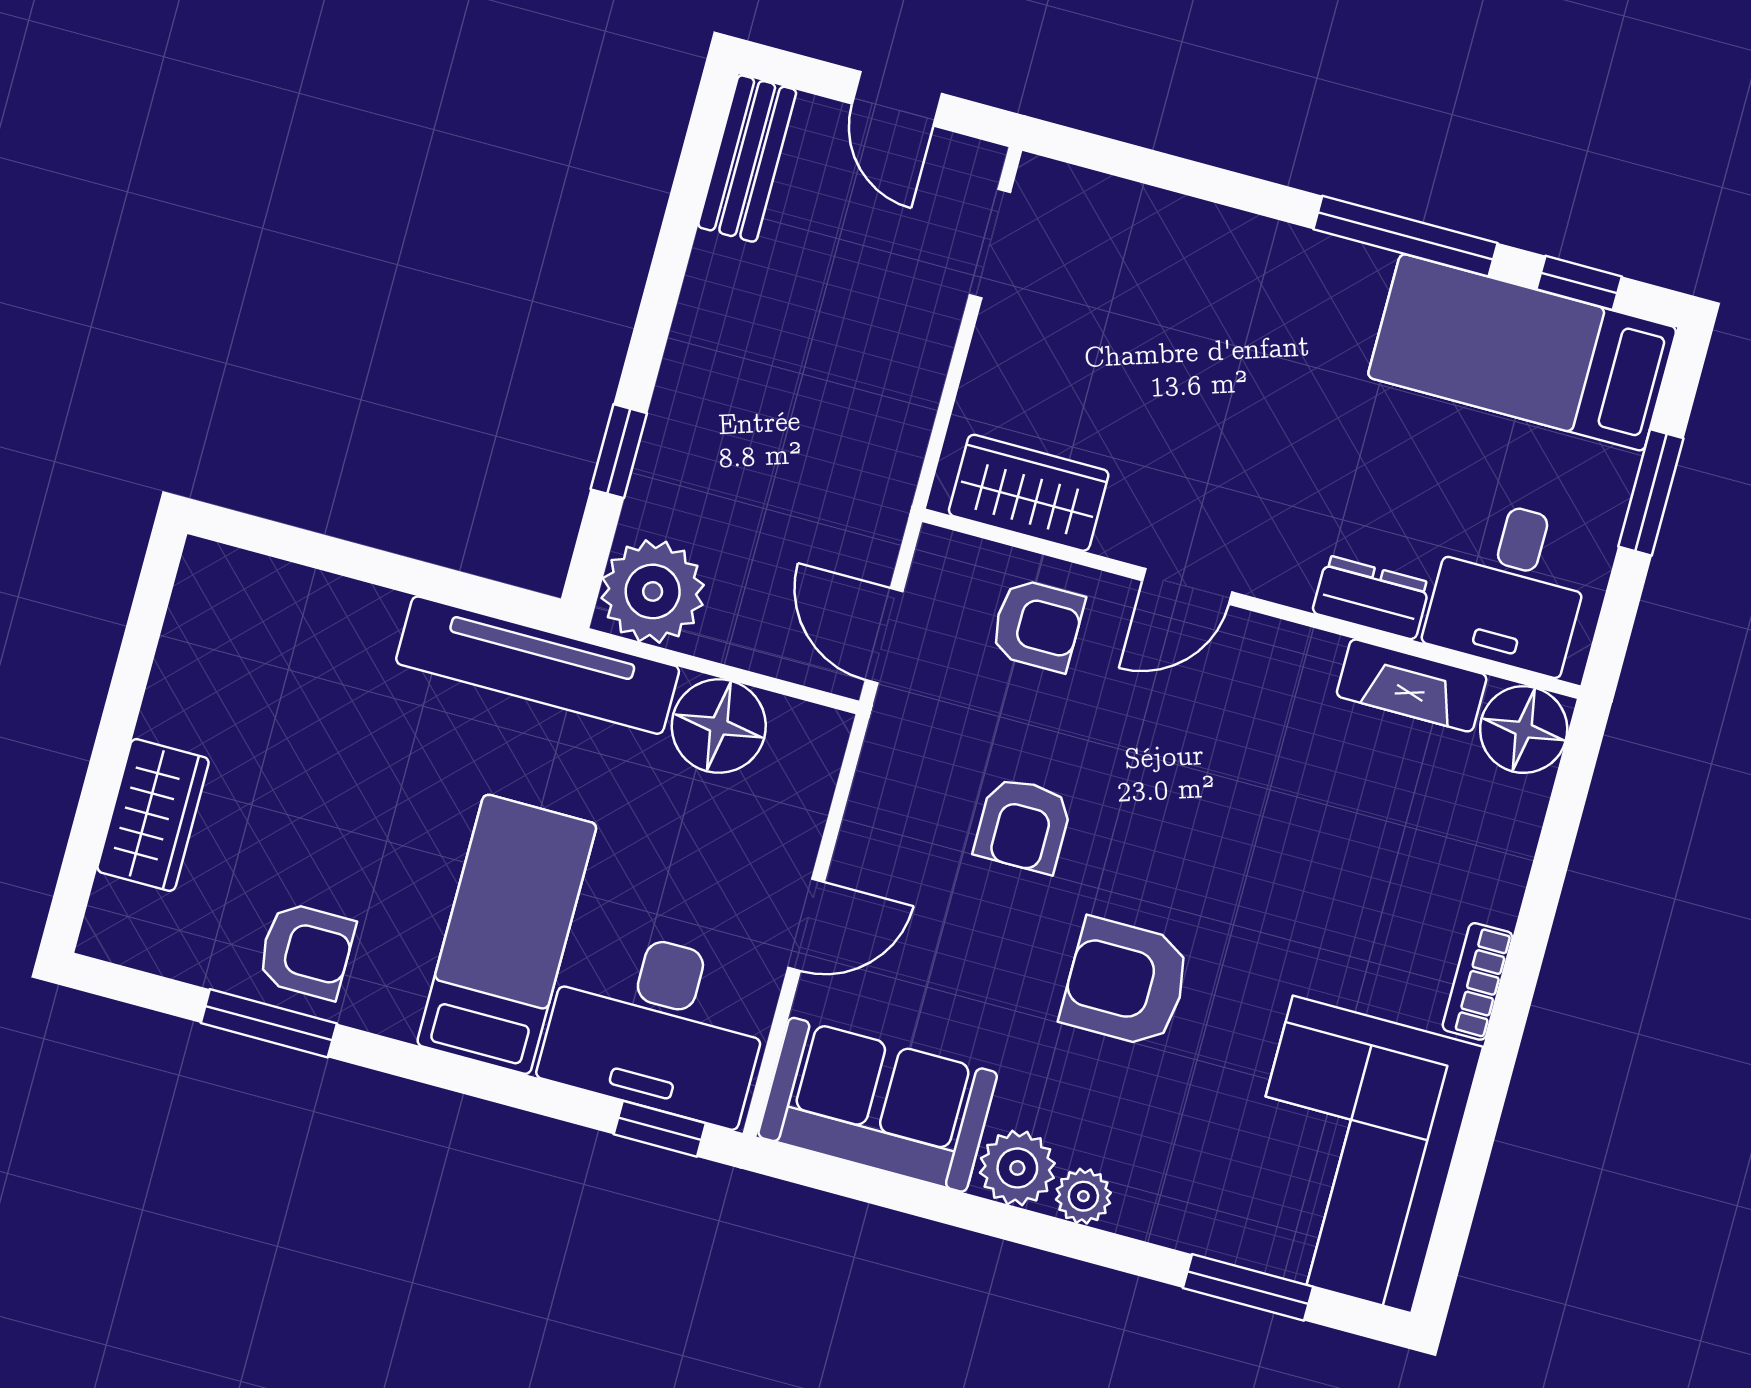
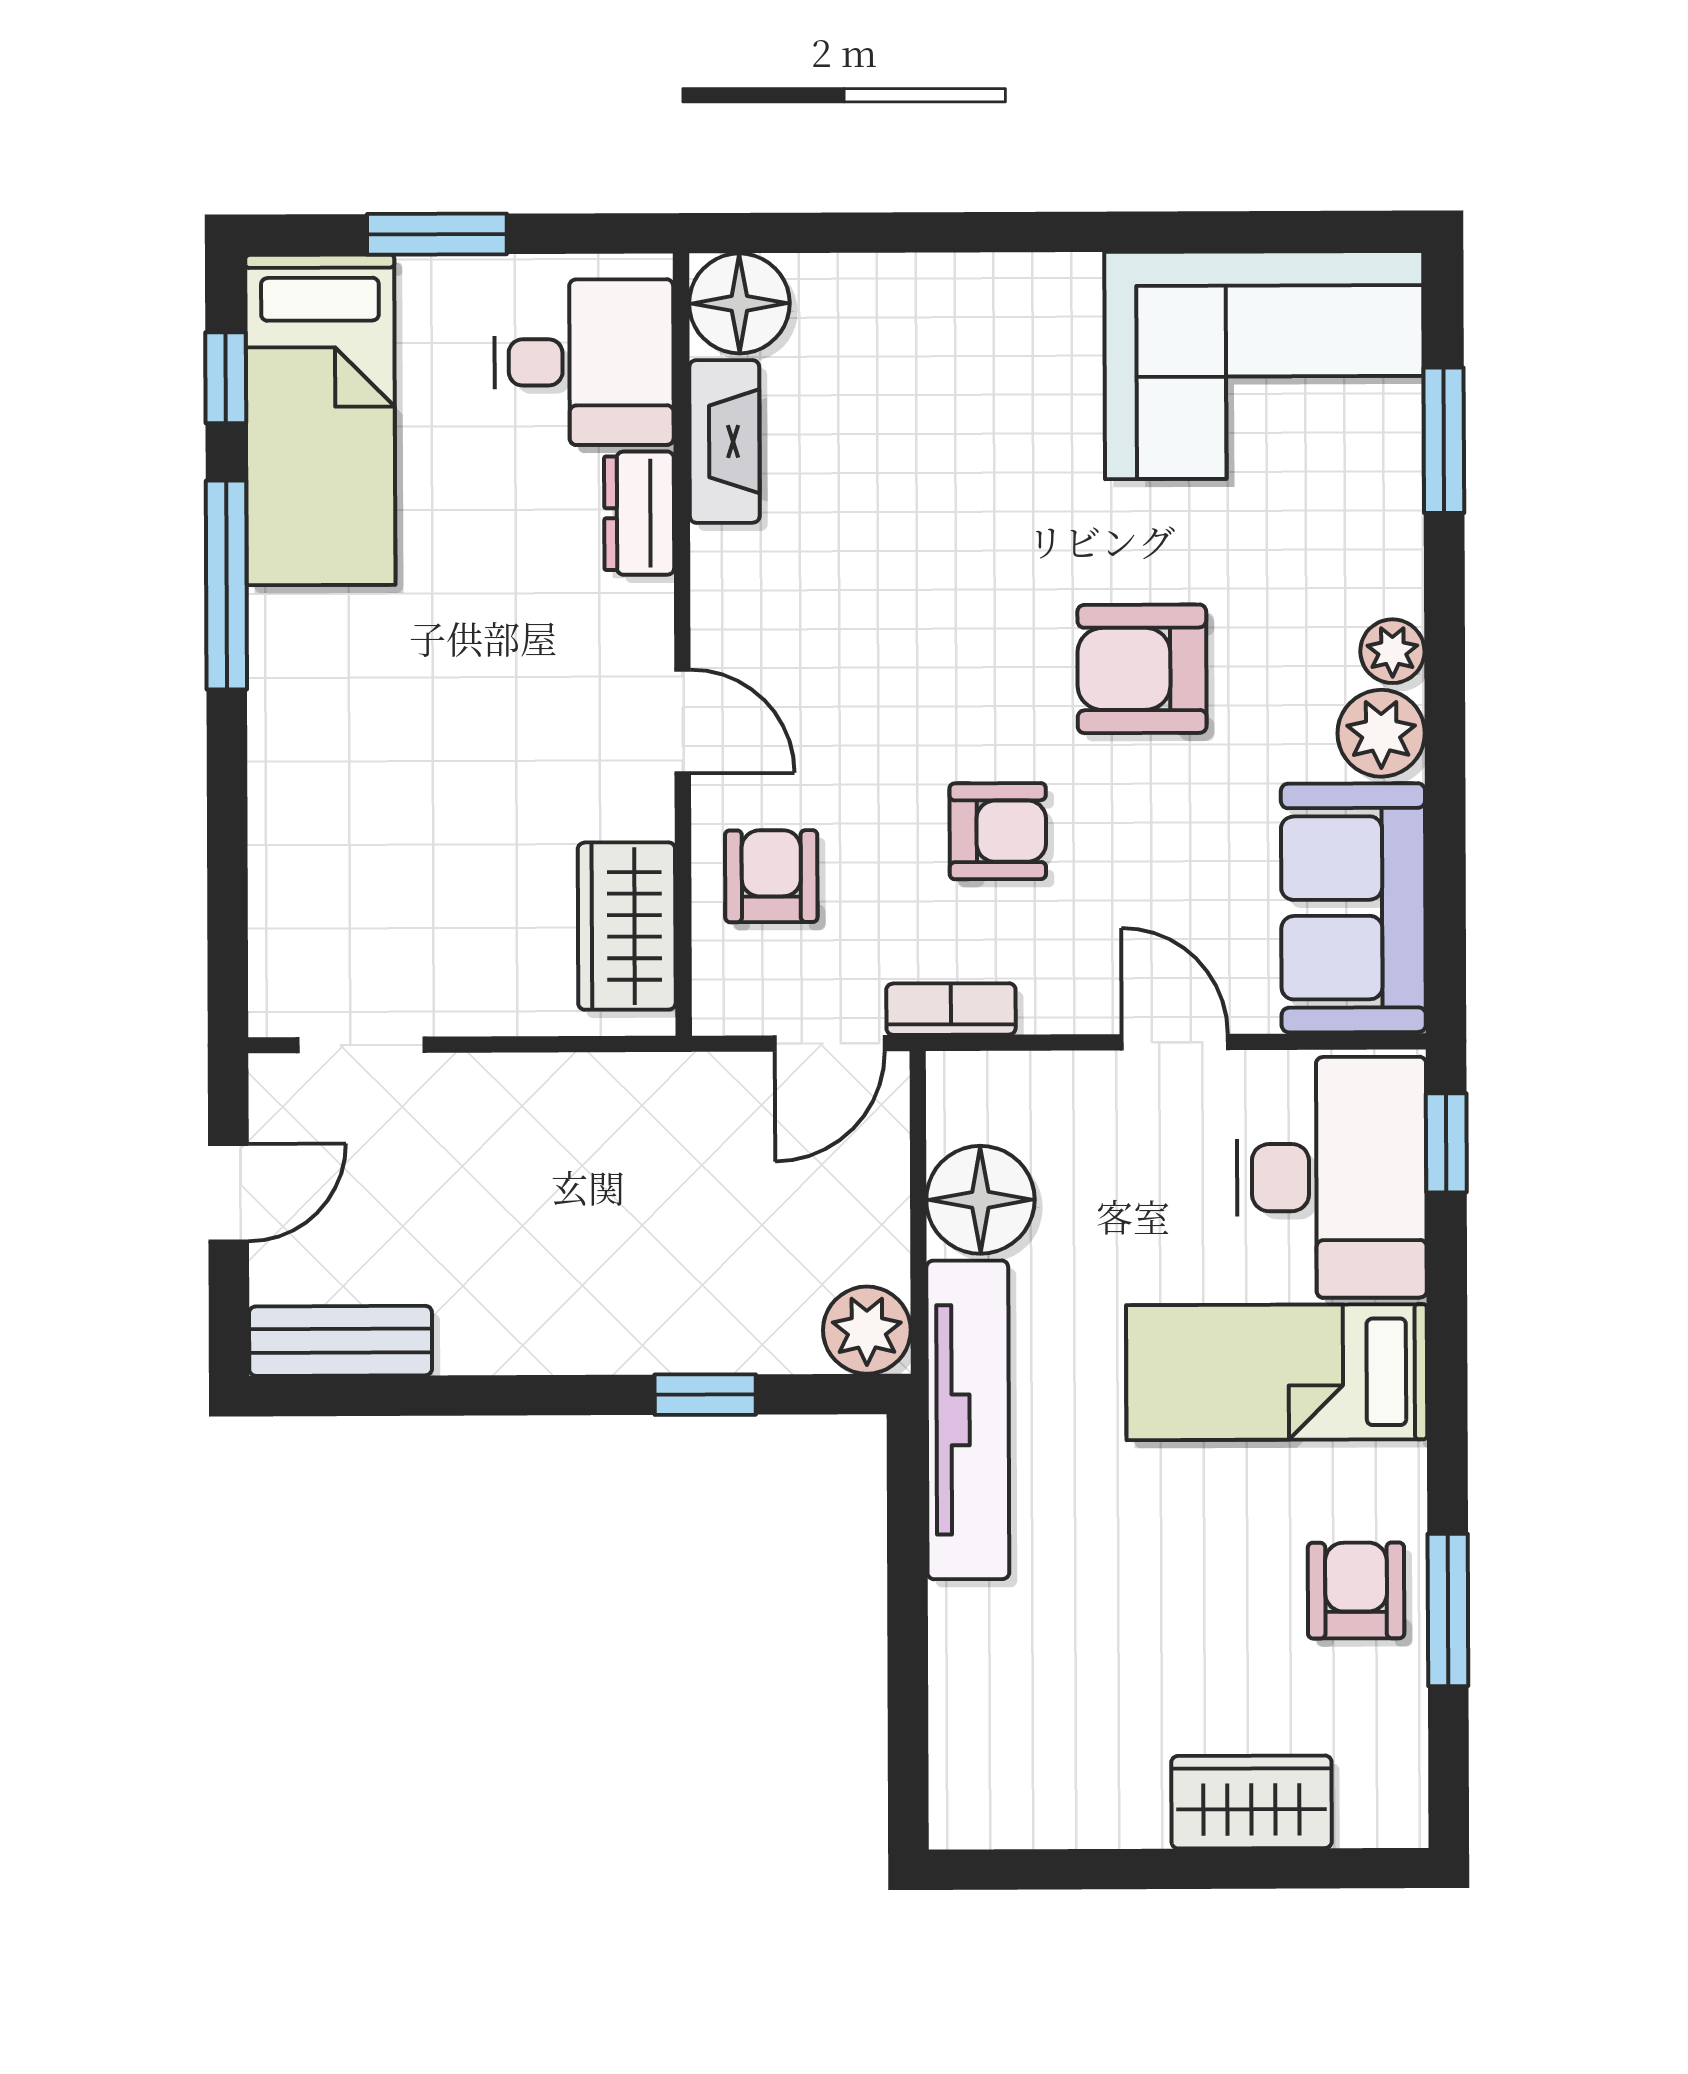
plant: (653, 591) -> (867, 1330), width x0.73, depth x0.73
bookcase: (1478, 981) -> (951, 1009), moved, turned 180
armchair: (1126, 983) -> (1142, 669), turned 90

